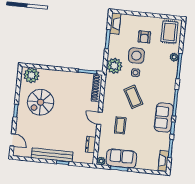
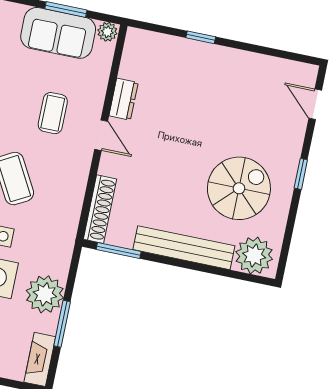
plant: (114, 66) -> (45, 294), moved
dresser: (91, 145) -> (124, 99), moved
bench: (52, 155) -> (184, 248), moved

